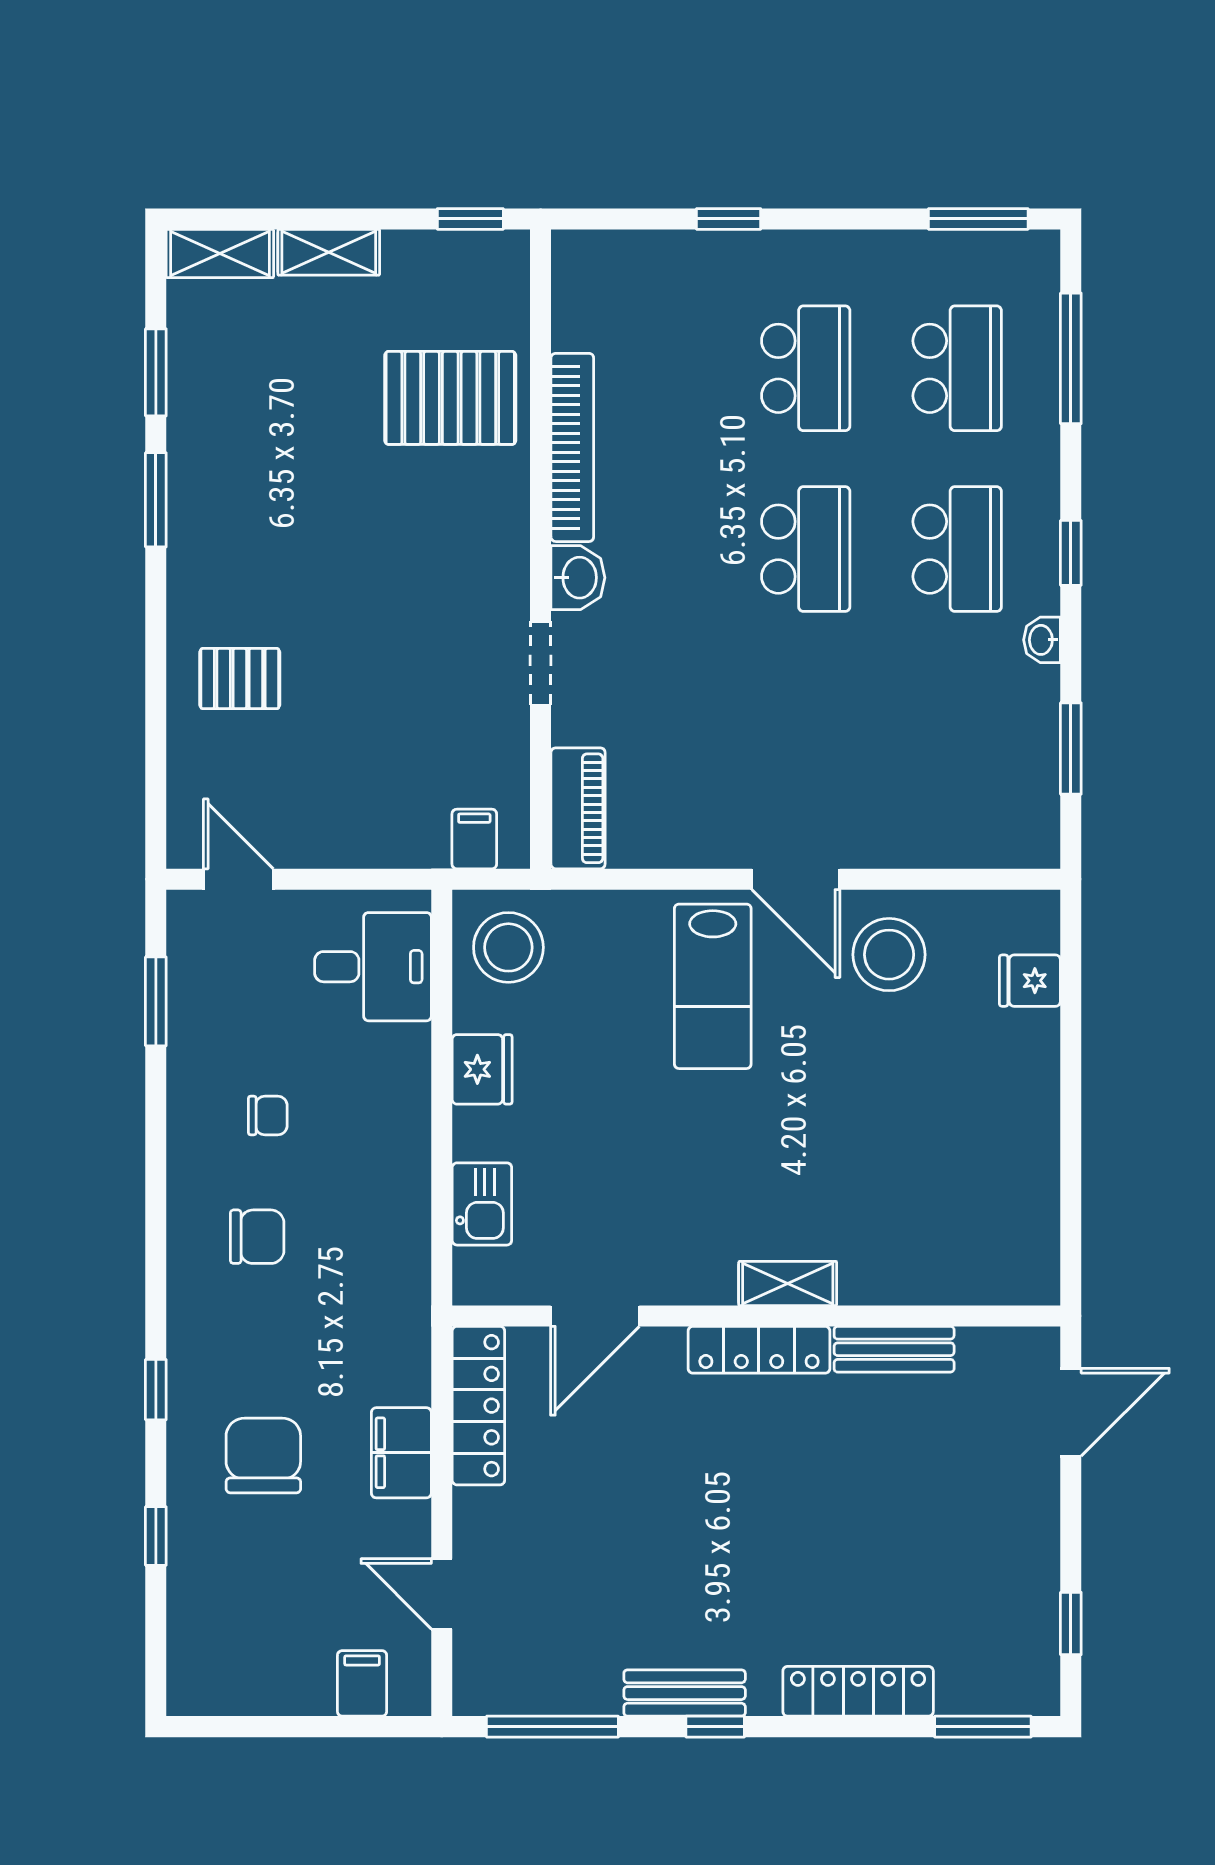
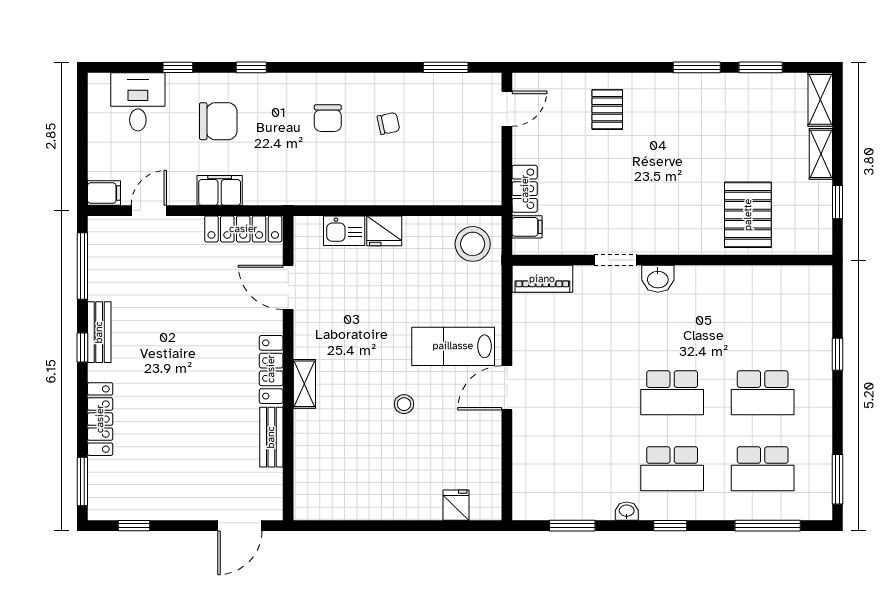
window: (470, 219) -> (837, 202), moved
bookcase: (572, 447) -> (723, 276), removed
locker: (398, 844) -> (525, 189), added
stool: (889, 955) -> (404, 404), moved, width x0.53, depth x0.53
desk: (373, 967) -> (138, 102), moved, turned 180
fridge: (482, 1069) -> (384, 231), moved
chair: (268, 1116) -> (388, 123), turned -102
door: (1071, 1412) -> (240, 526), hinge flipped
filing cabinet: (362, 1683) -> (104, 193), moved

